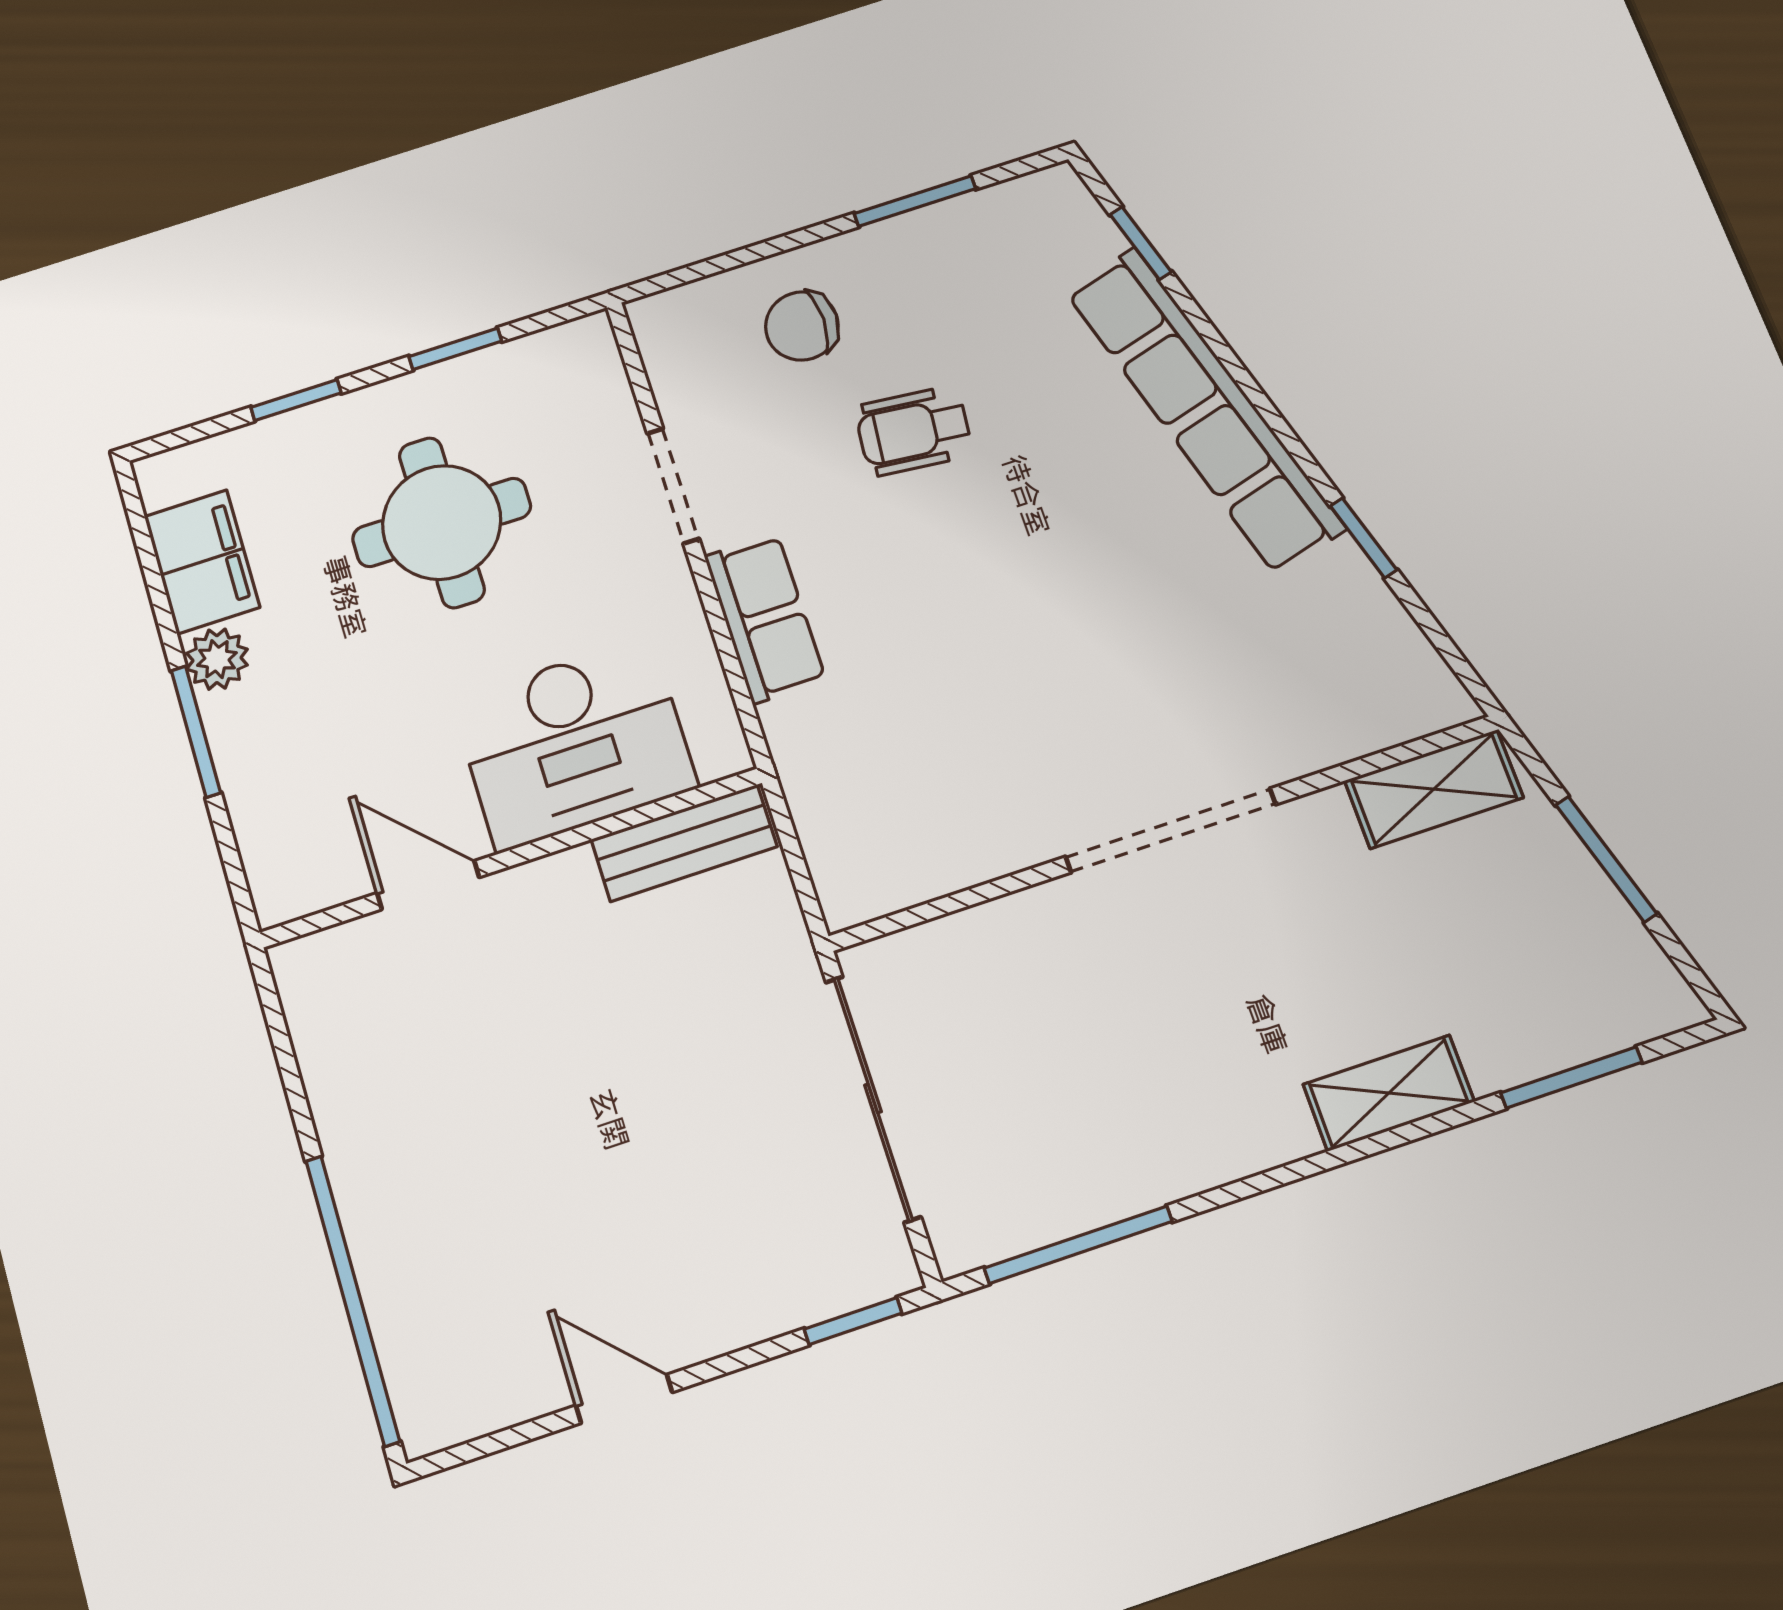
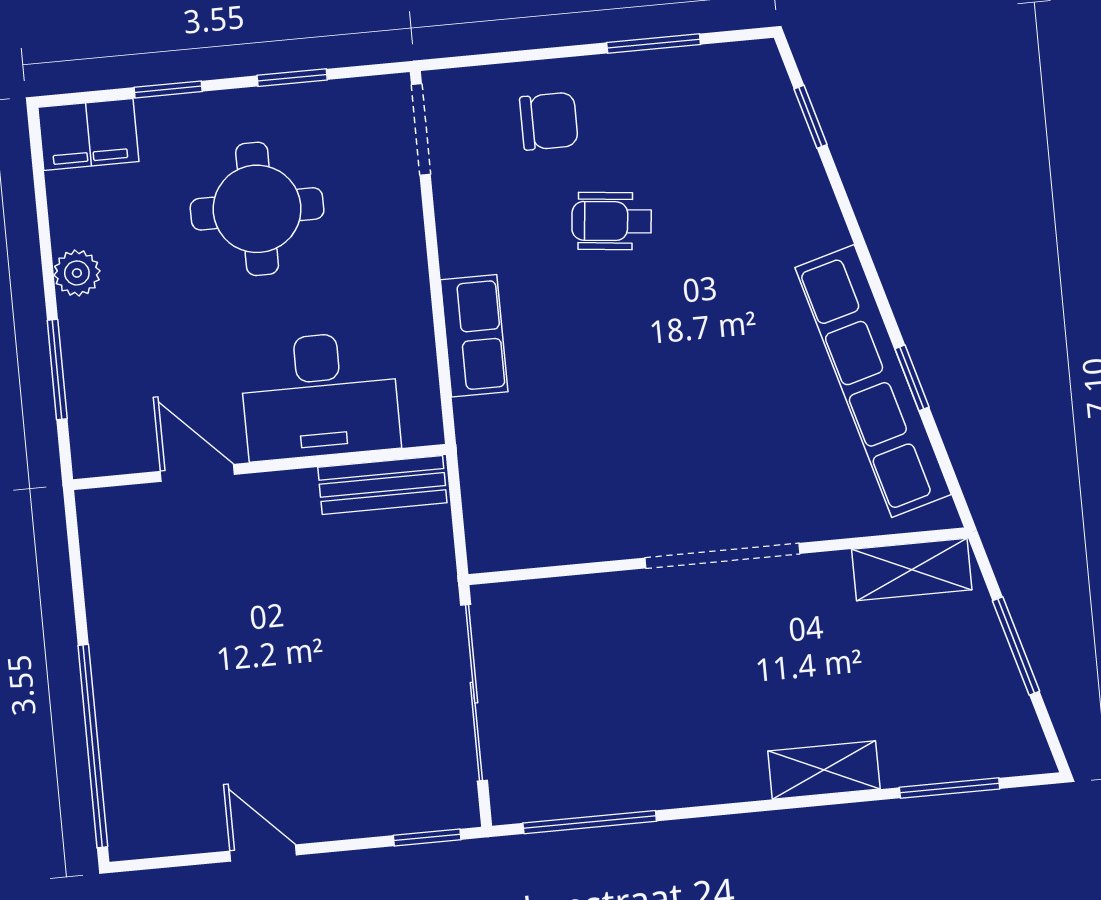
chair: (802, 326) -> (549, 121), turned 180
row of seats: (1204, 409) -> (873, 381), moved
doorway: (673, 486) -> (421, 129), moved
filing cabinet: (202, 562) -> (88, 134), moved, turned 90
window: (196, 732) -> (57, 369), moved

